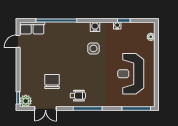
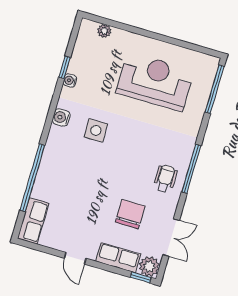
door: (18, 41) -> (75, 258), moved
reception desk: (131, 74) -> (155, 82), turned 180
row of seats: (25, 82) -> (118, 258), added
chair: (52, 82) -> (130, 214), turned 90

